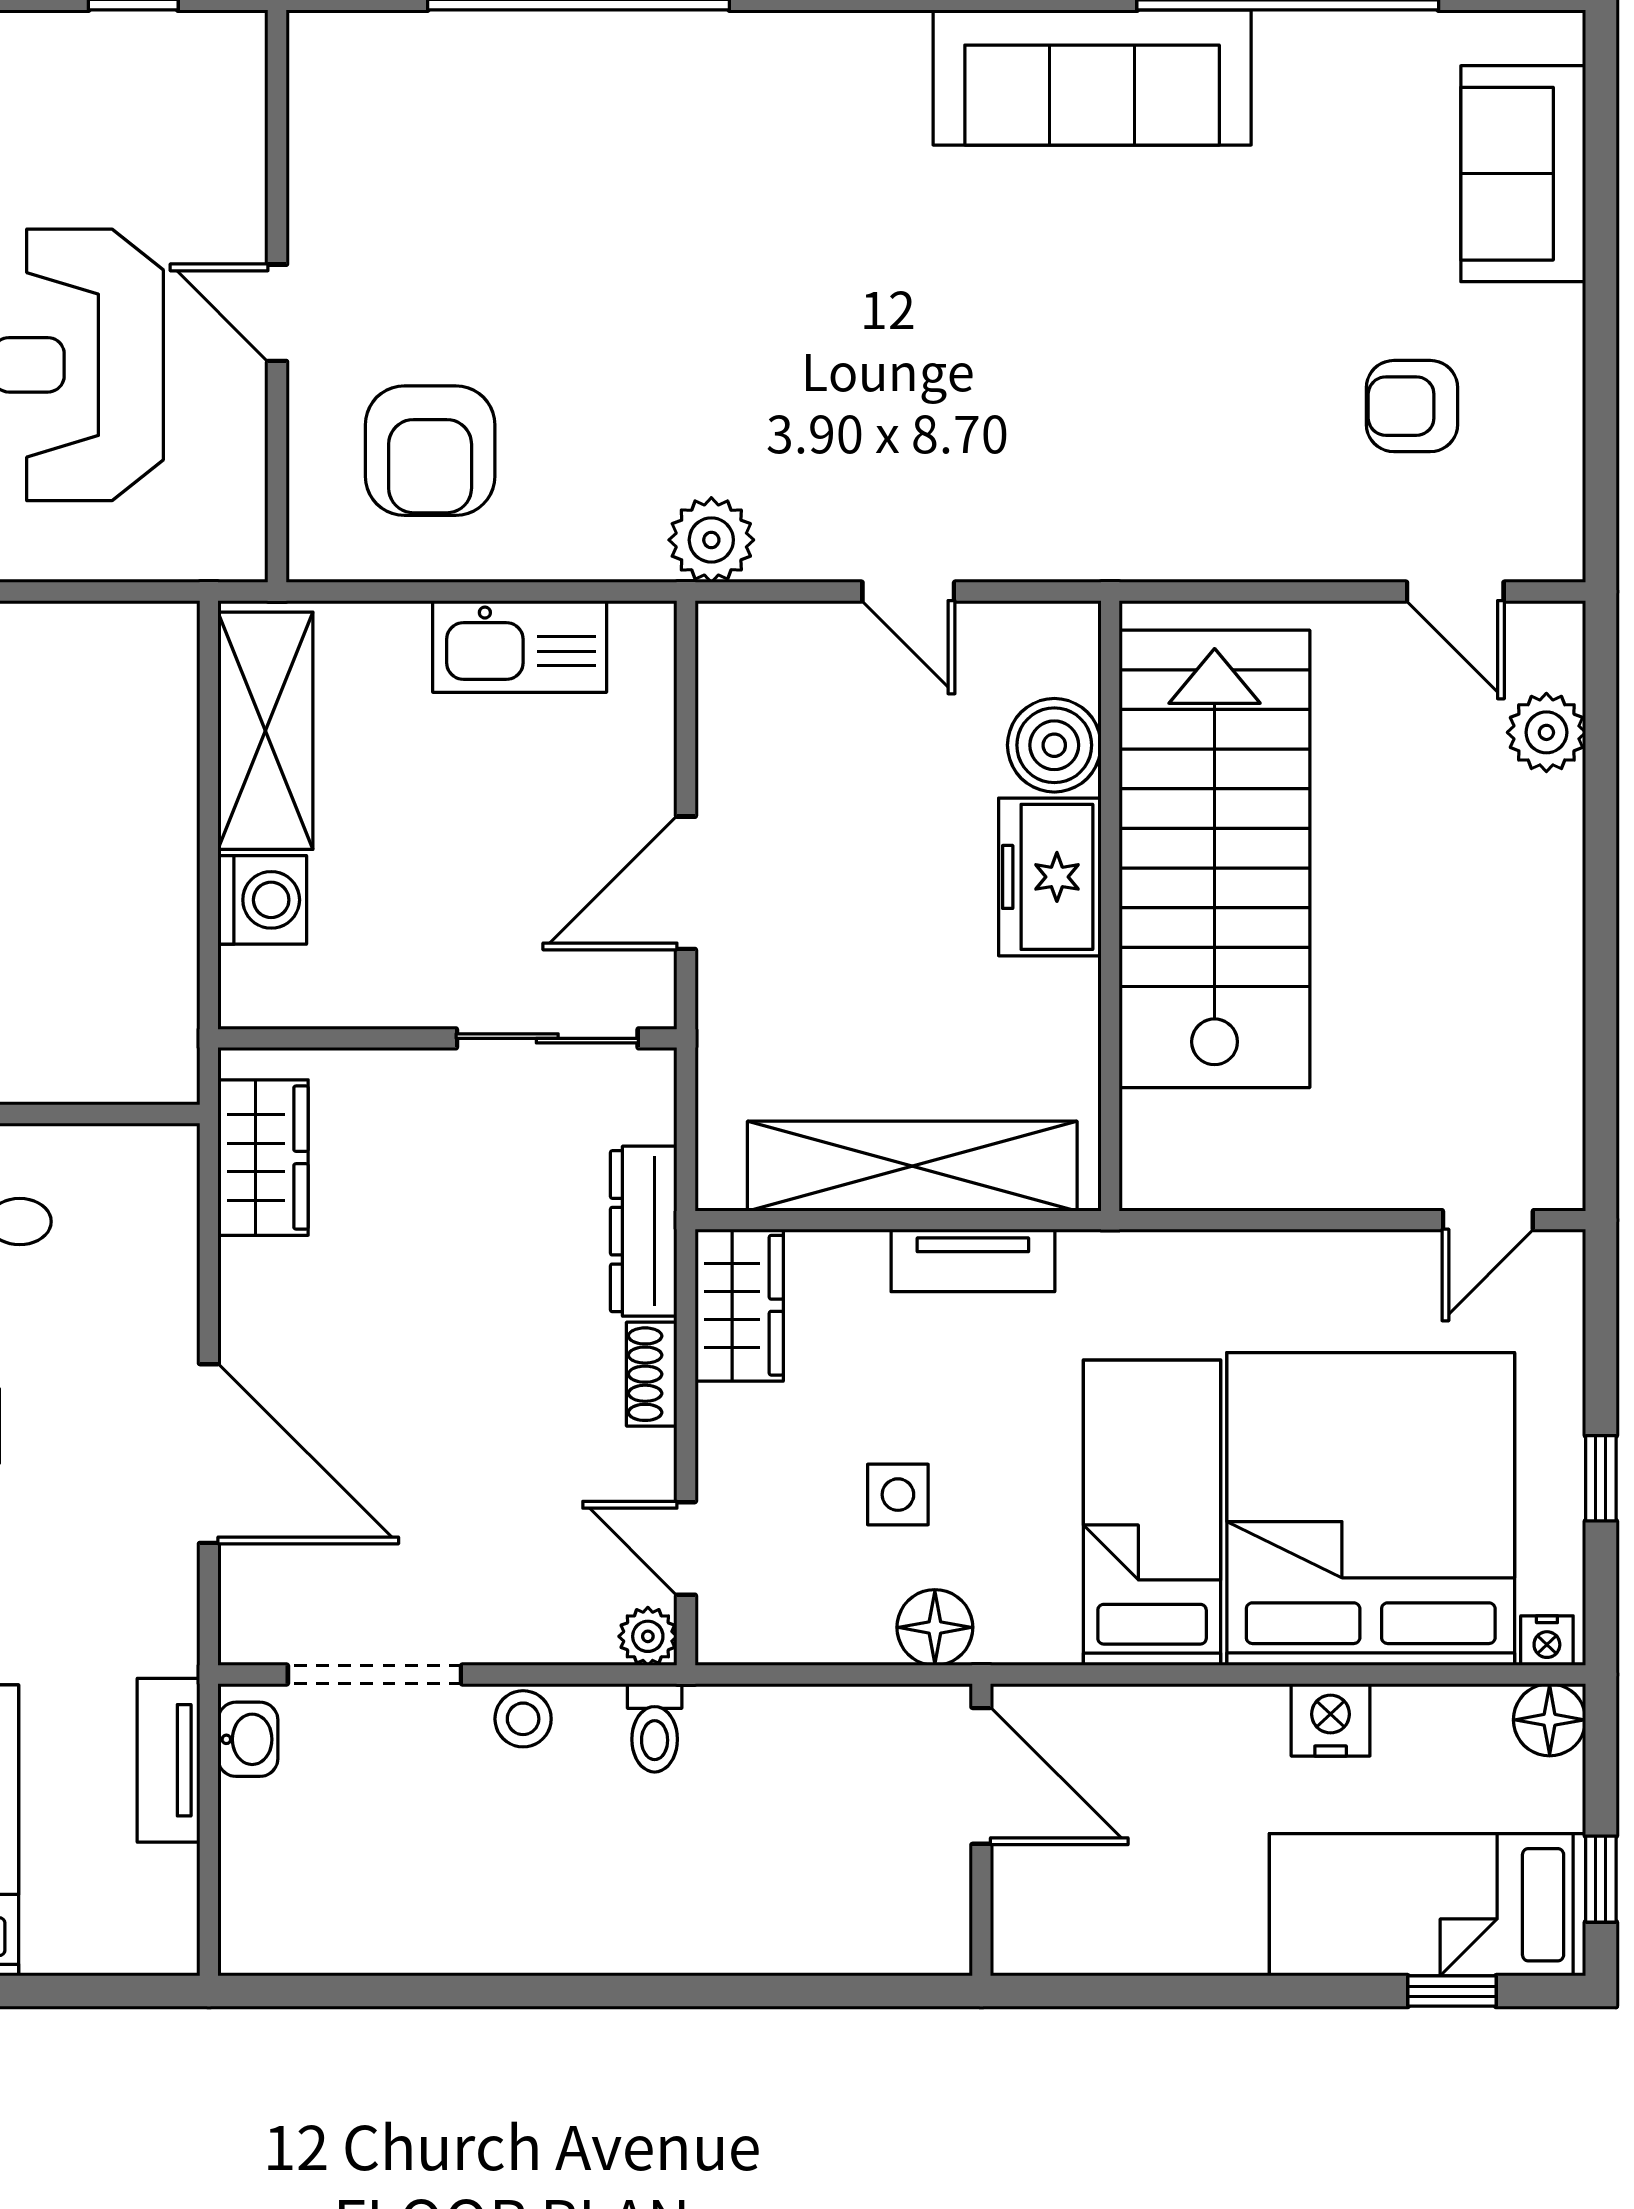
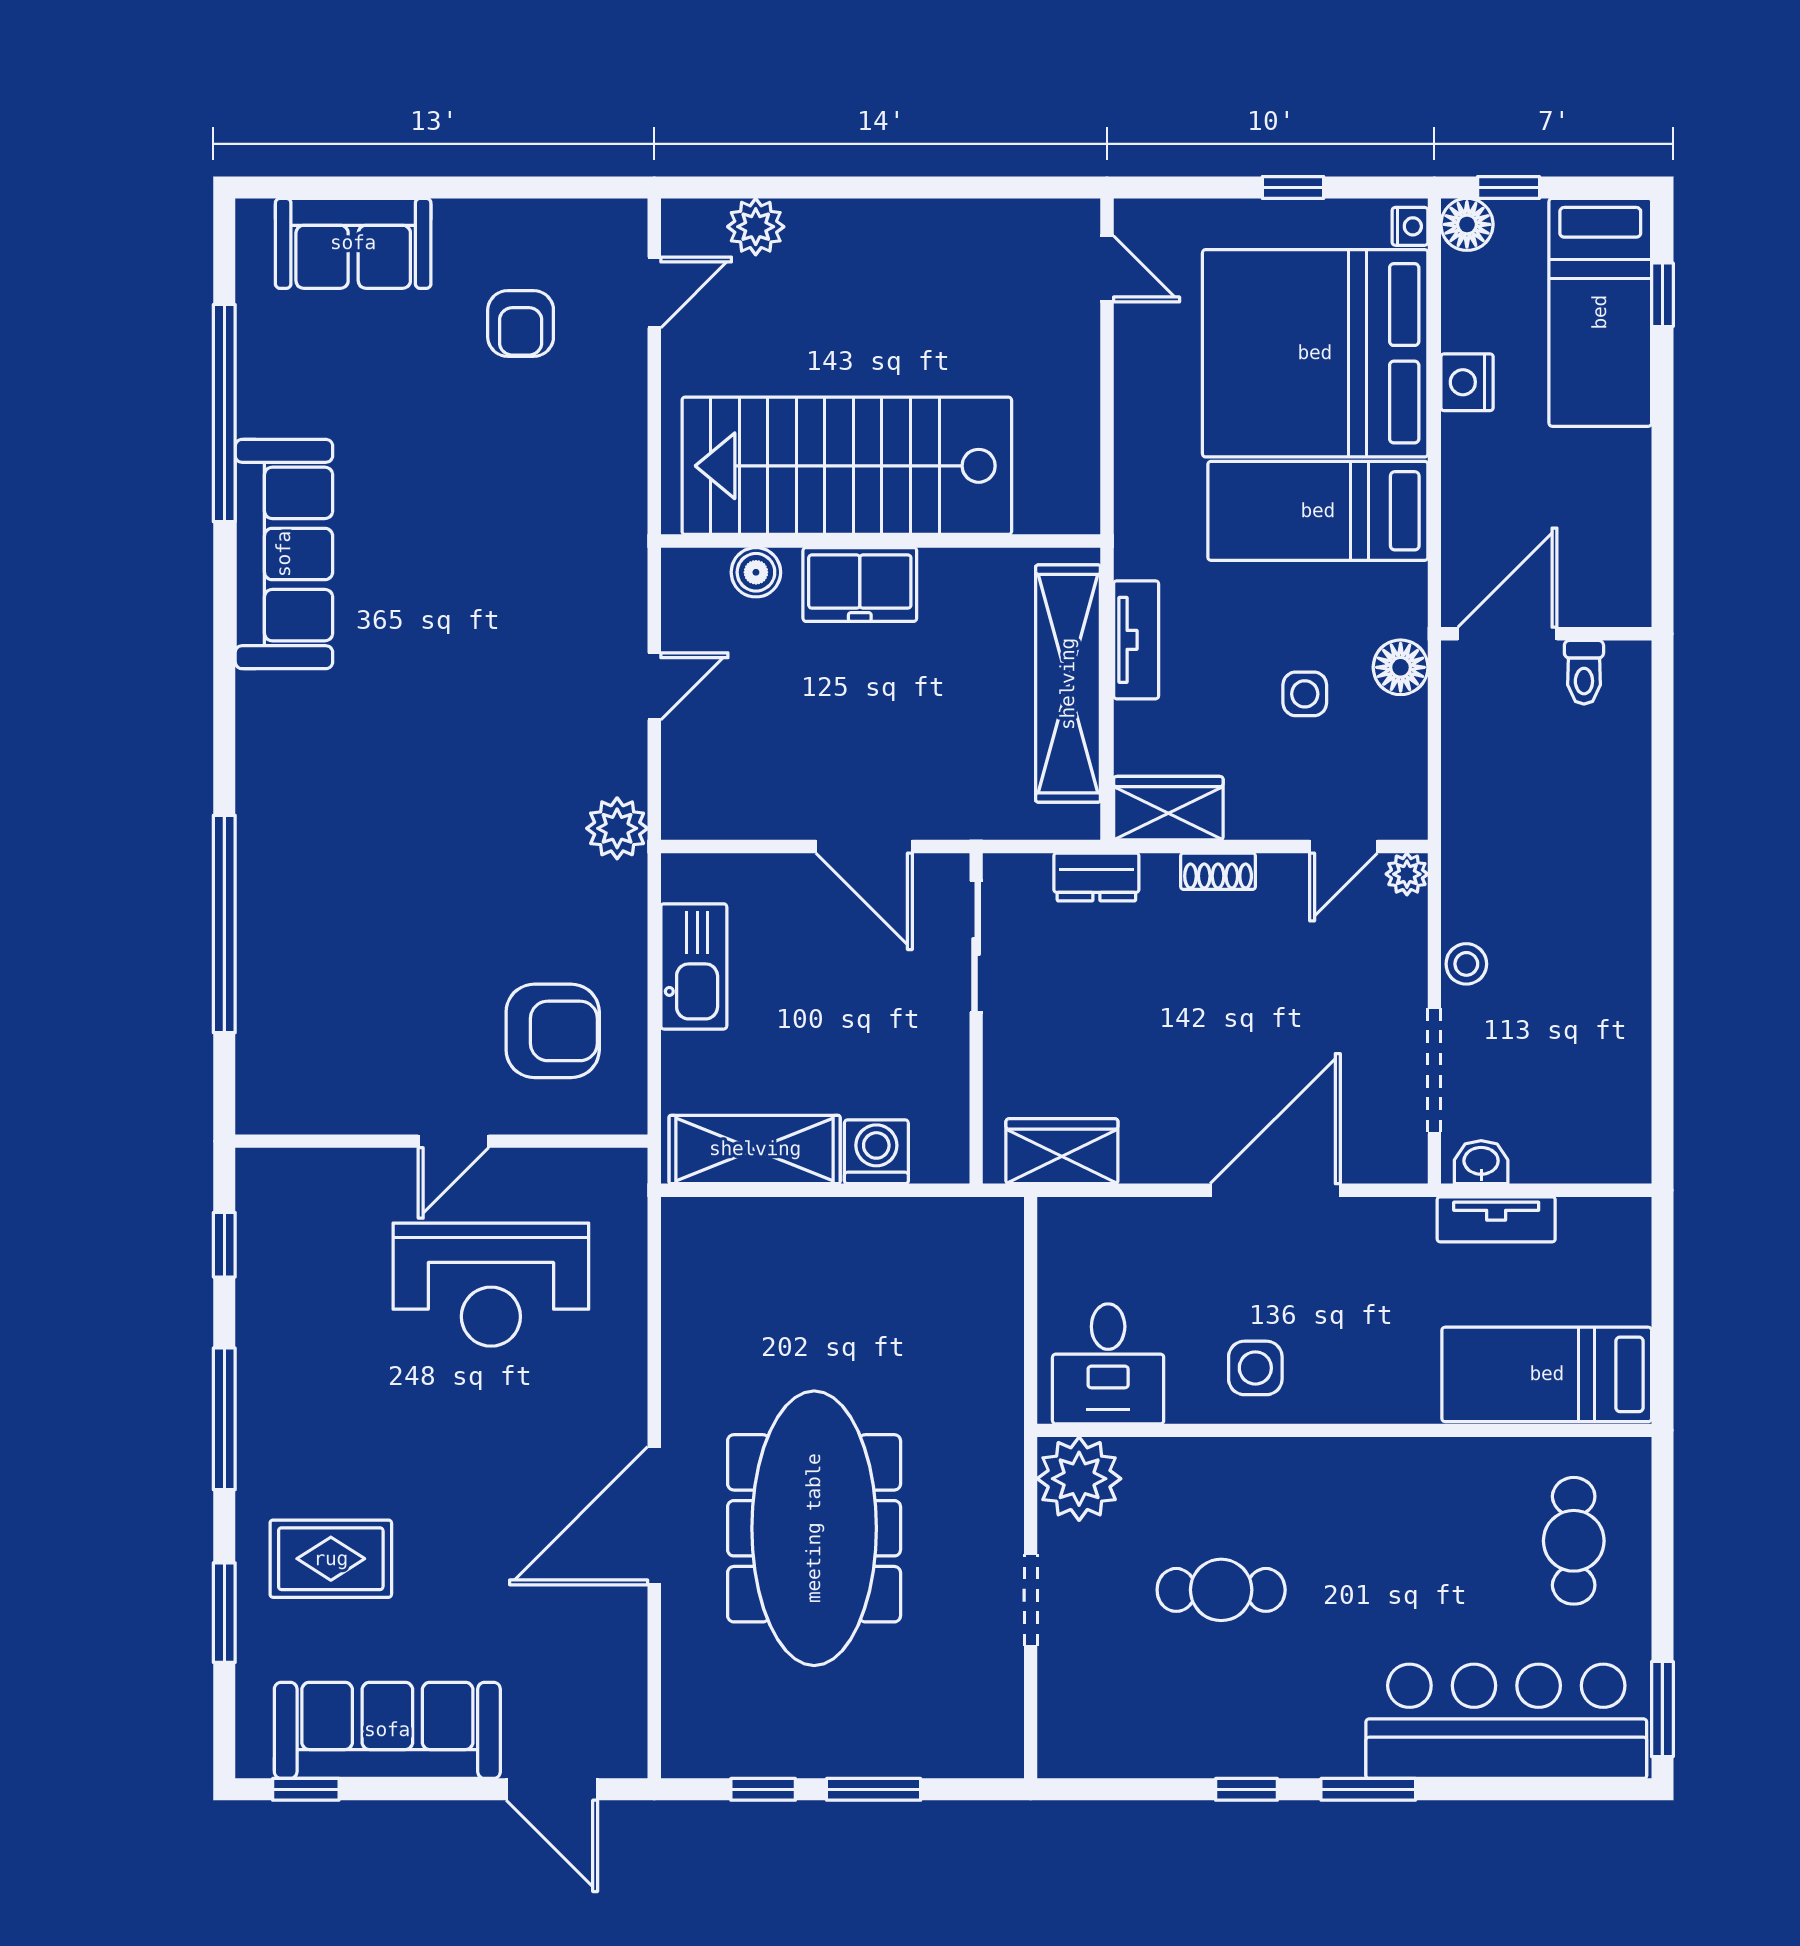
boiler: (1054, 745) -> (756, 572), width x0.73, depth x0.73
dresser: (644, 1231) -> (1096, 877), width x0.70
toilet: (655, 1728) -> (1584, 672), moved, turned 90
window: (1601, 1879) -> (1509, 187), moved

